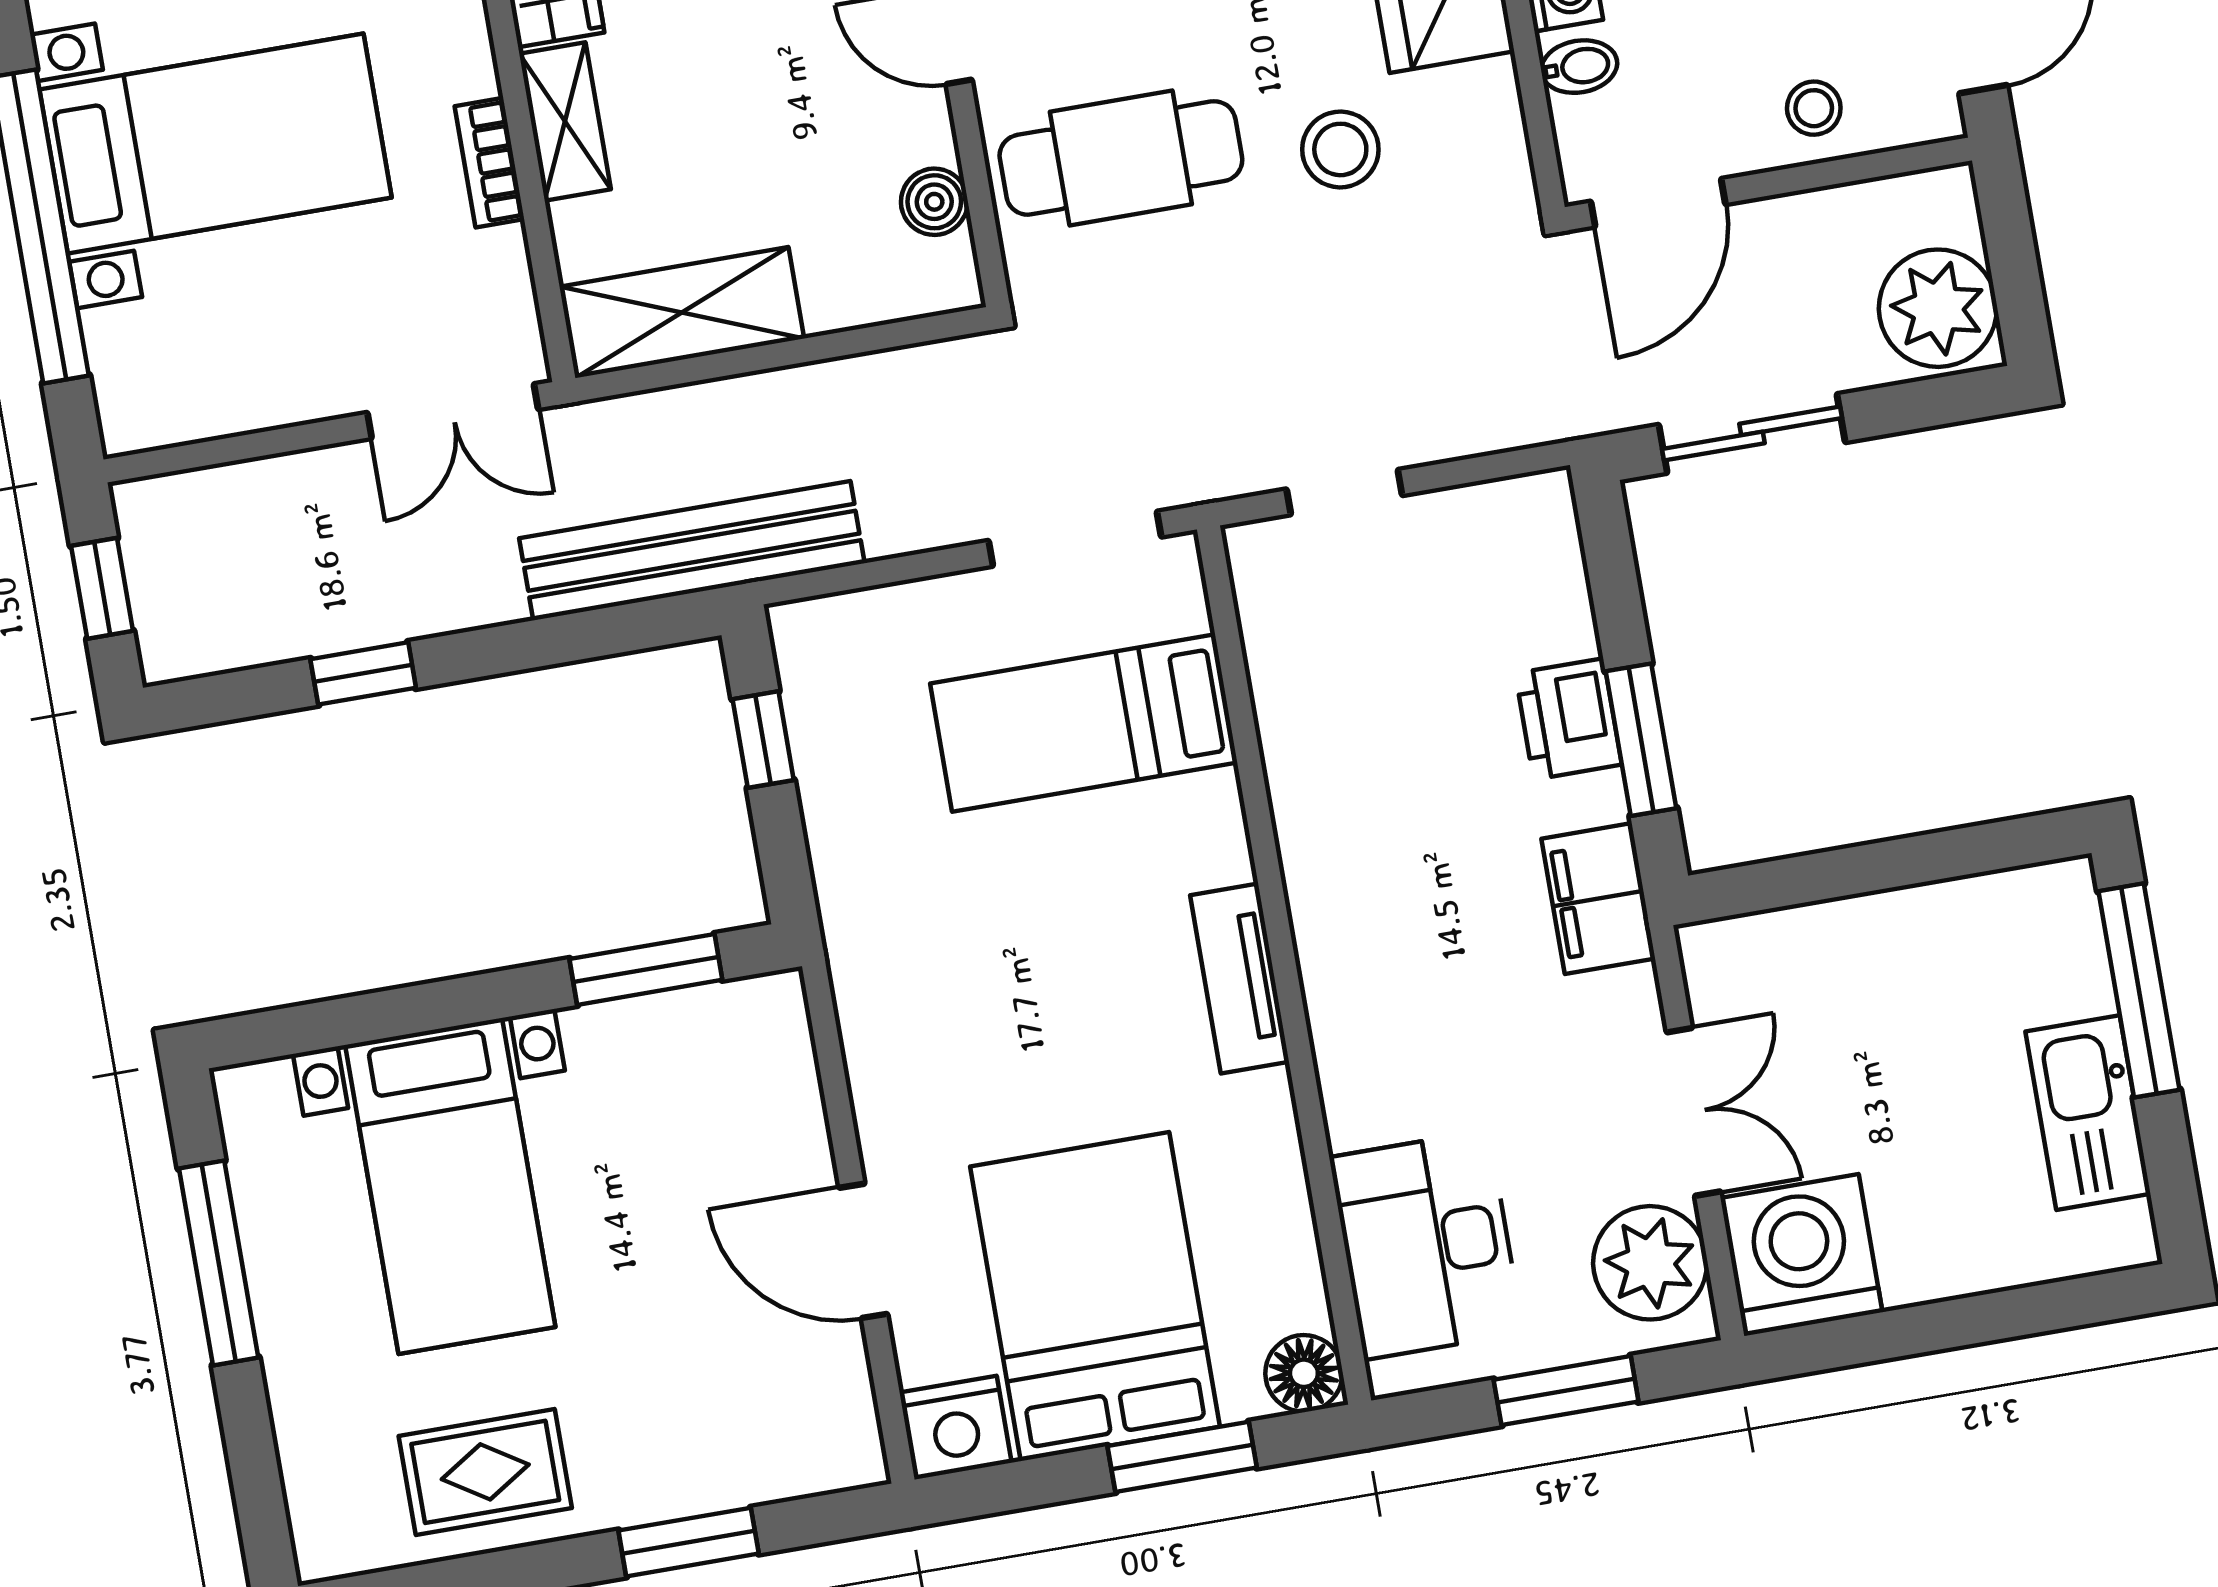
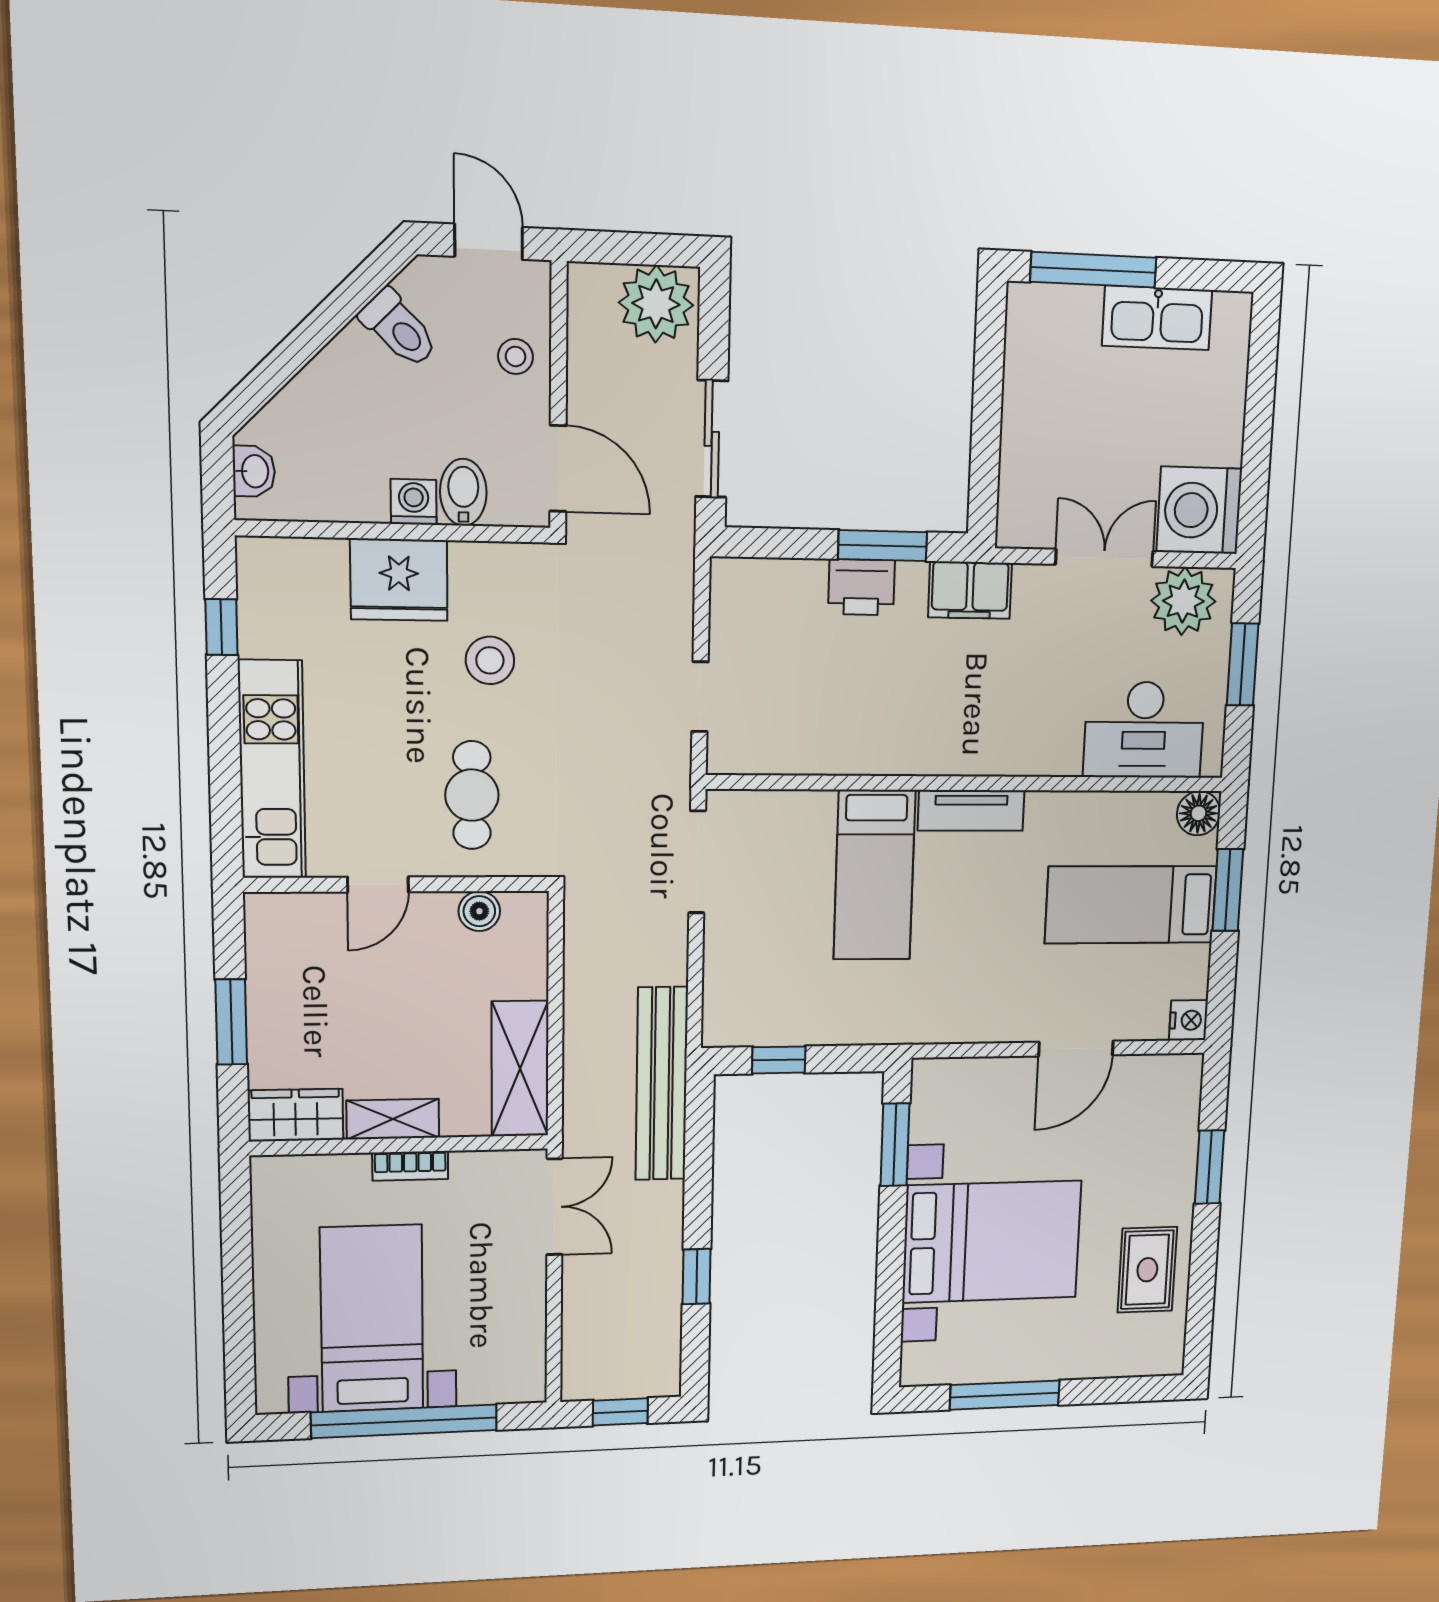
bidet: (1579, 67) -> (463, 492), width x1.38, depth x1.36
cafe table: (1121, 158) -> (472, 795), width x0.73, depth x0.74
bed: (1084, 723) -> (874, 875), moved
bed with nightstands: (450, 1186) -> (992, 1242), width x1.36
bed: (1095, 1297) -> (1131, 905), width x0.67
nightstand: (955, 1428) -> (1188, 1020), width x0.74, depth x0.75

